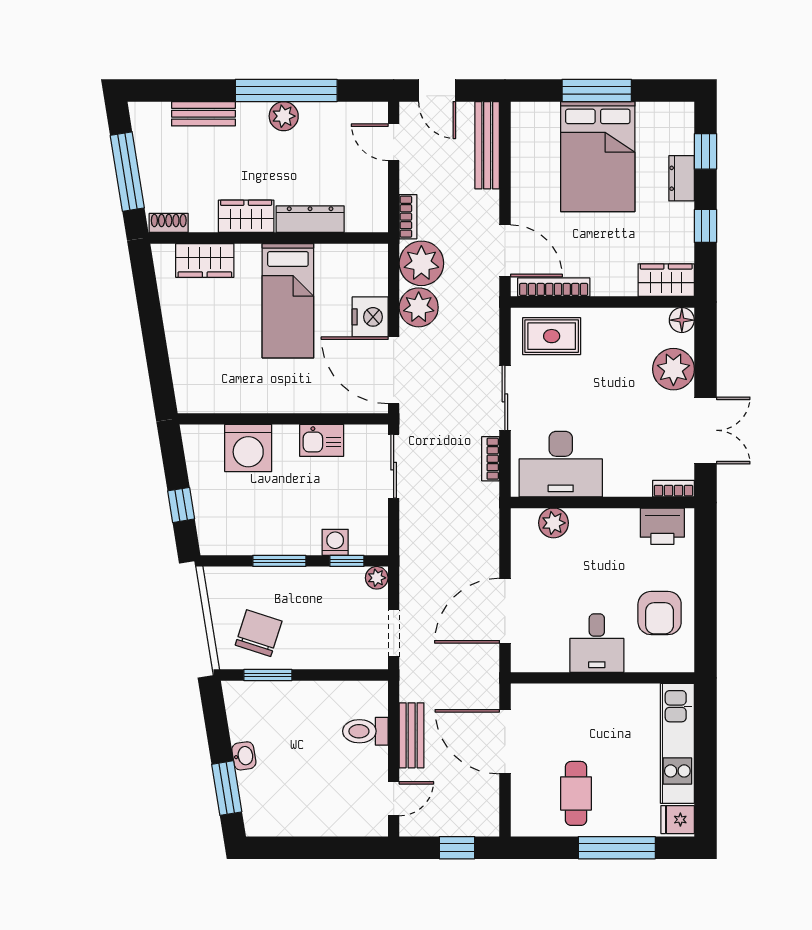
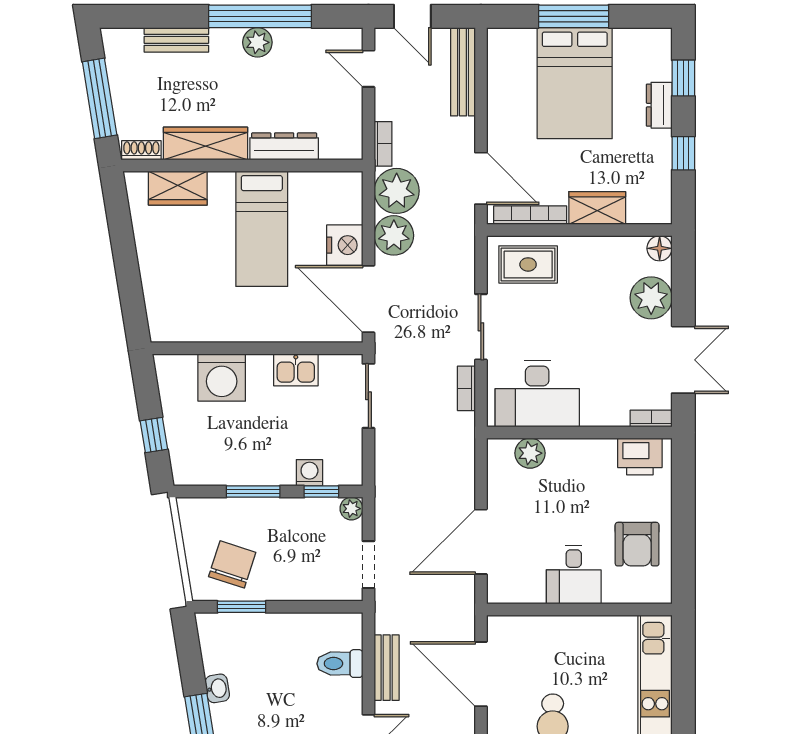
wardrobe: (246, 216) -> (205, 143), width x1.50
wardrobe: (666, 280) -> (597, 208), moved

